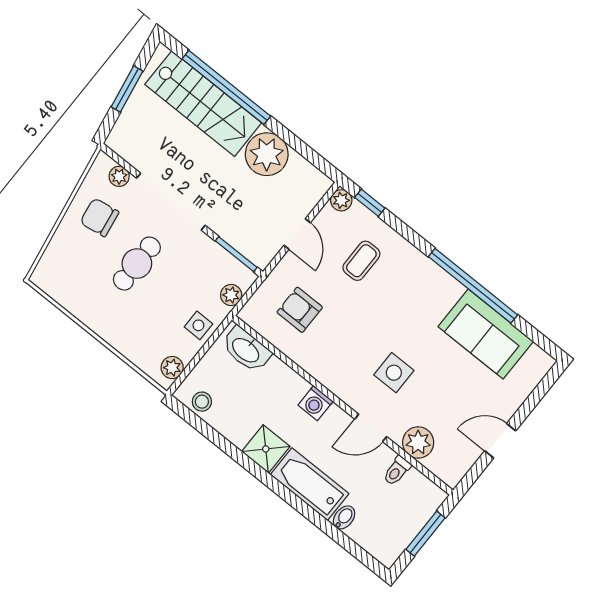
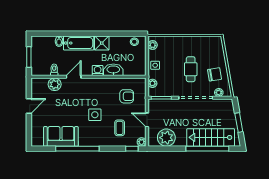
plant: (267, 154) -> (166, 138), moved
washbasin: (246, 350) -> (113, 70), moved
side table: (394, 373) -> (95, 115), moved

